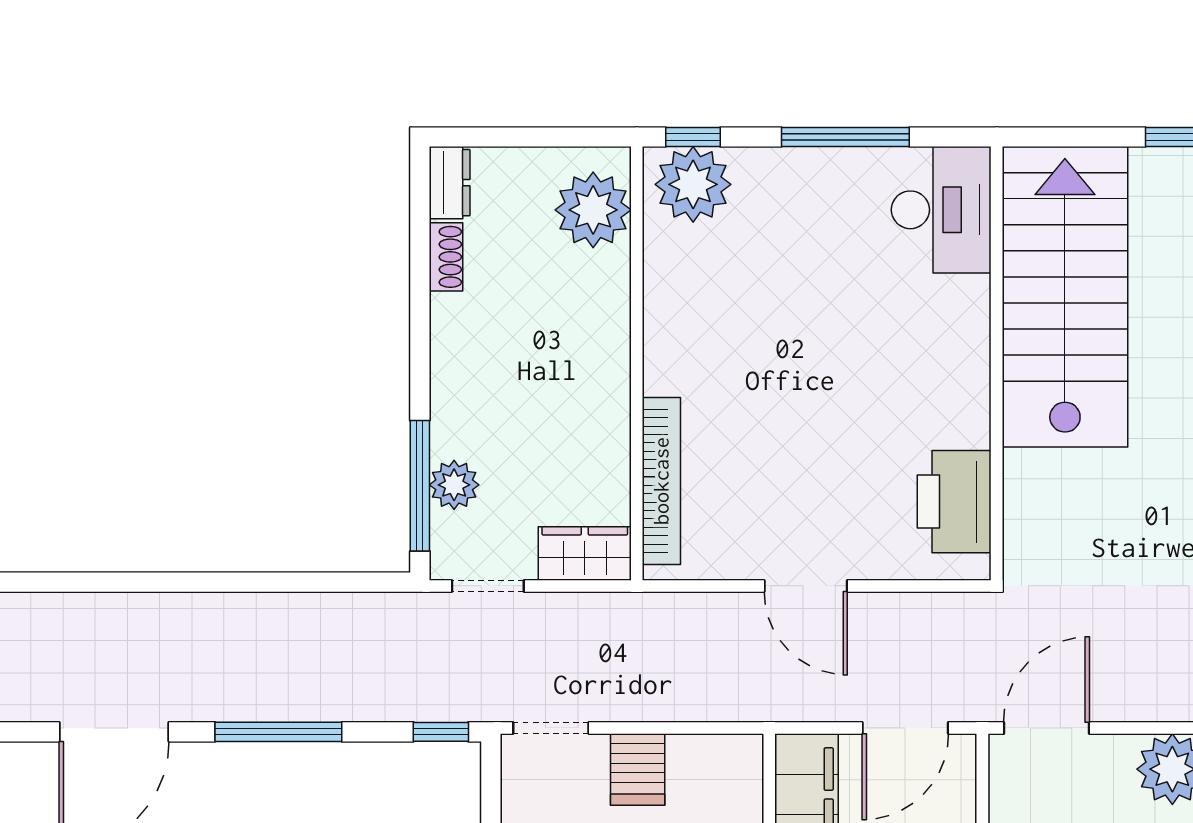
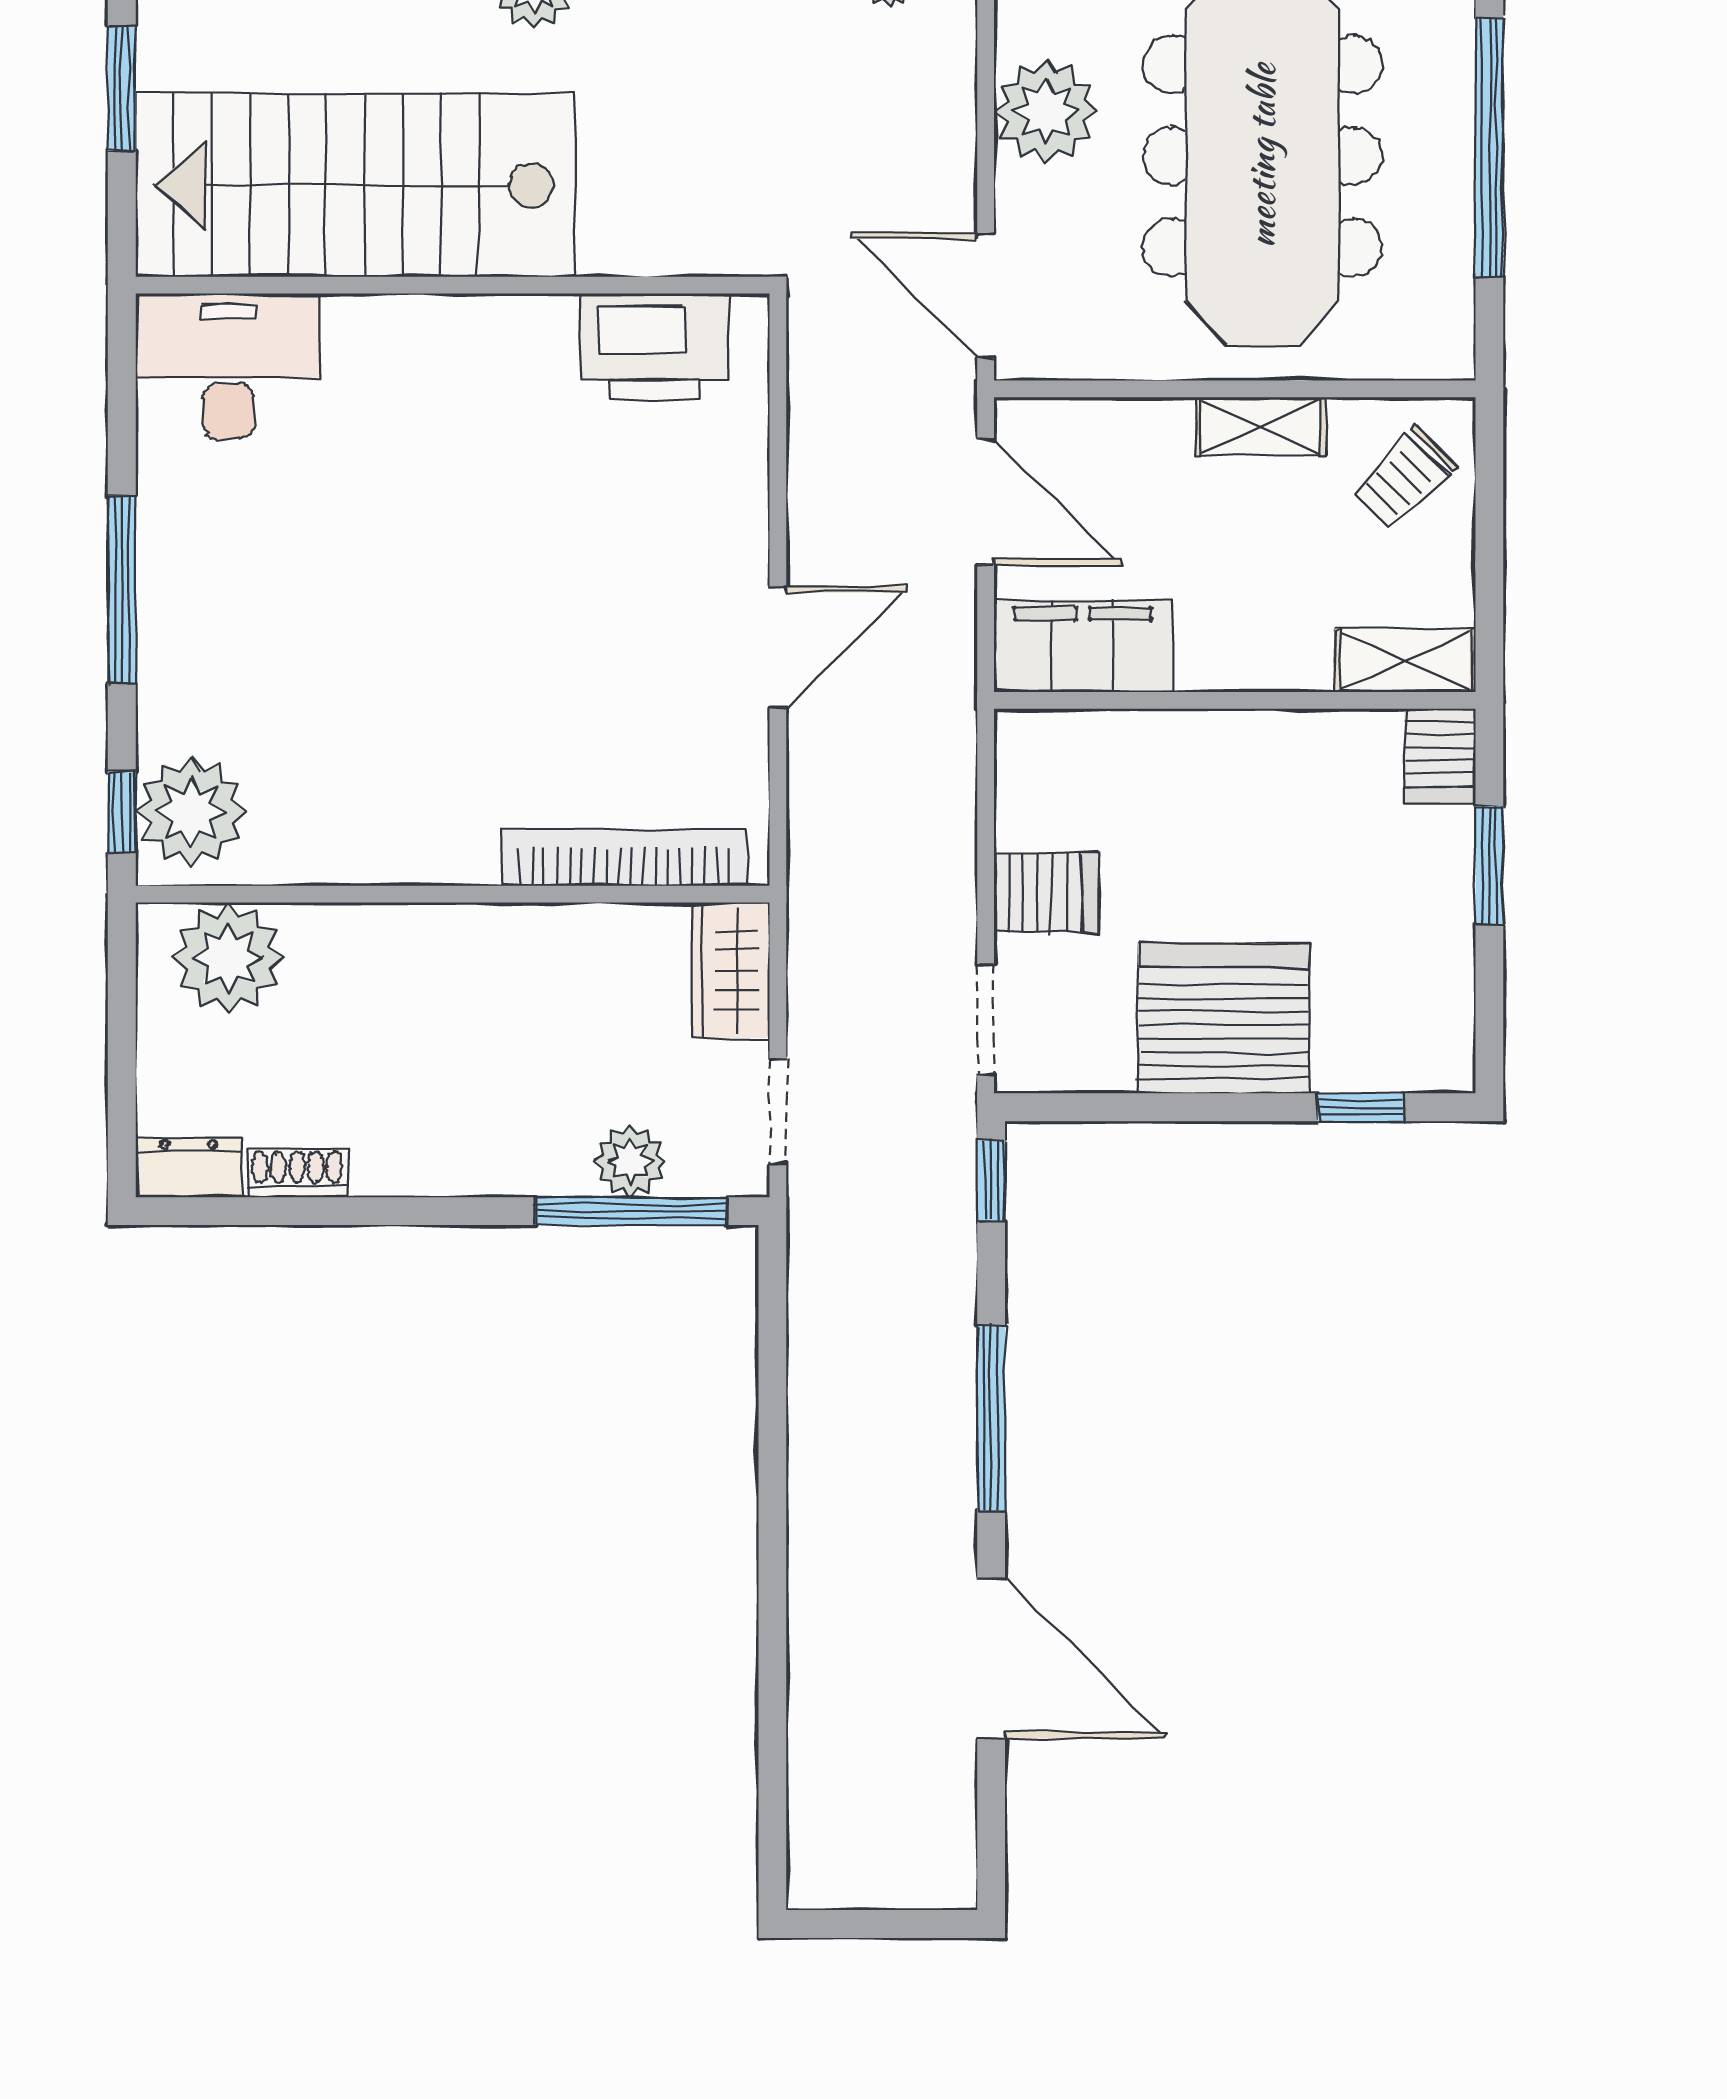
desk: (941, 210) -> (228, 366), moved
stairs: (1065, 297) -> (355, 185), moved
wall: (997, 363) -> (453, 285), moved
printer: (954, 502) -> (655, 347), moved

